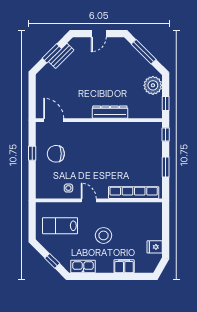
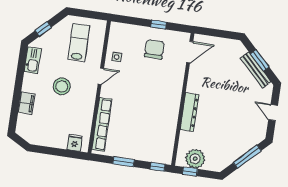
bench: (61, 56) -> (256, 70), width x1.36
plant: (153, 85) -> (195, 159), moved
fridge: (155, 247) -> (75, 143), moved

